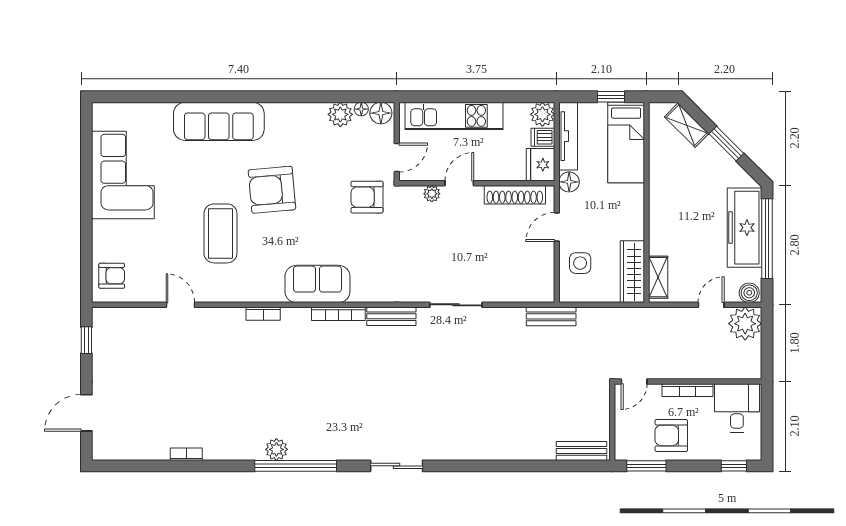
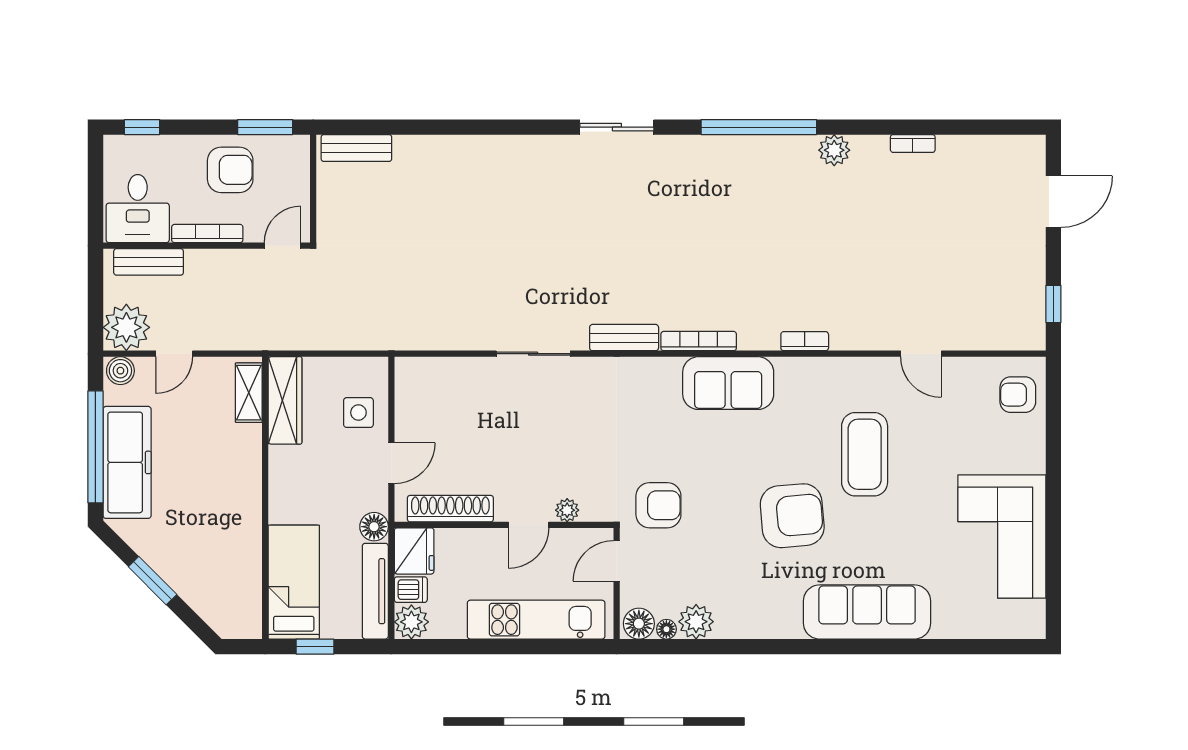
shelving: (687, 125) -> (208, 607), removed
bench: (551, 316) -> (149, 262), moved
plant: (276, 449) -> (834, 150), moved

